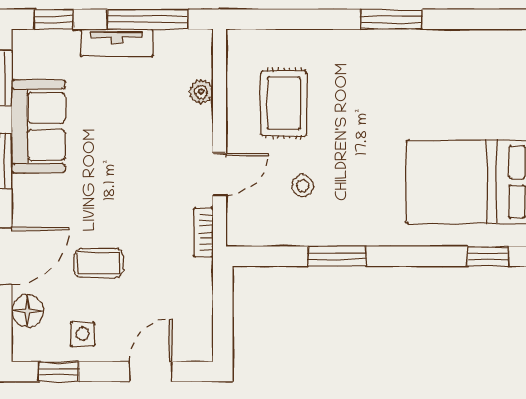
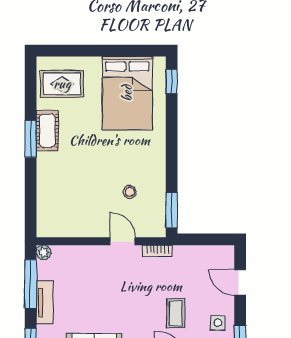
cot: (405, 47) -> (47, 131), added
plant: (201, 92) -> (44, 252), moved
rug: (284, 103) -> (62, 84), moved
window: (337, 256) -> (172, 210), moved

